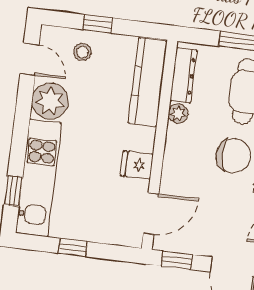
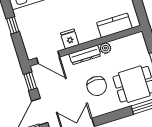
dresser: (183, 75) -> (85, 55), moved
kitchen counter: (148, 82) -> (114, 25), width x0.67

